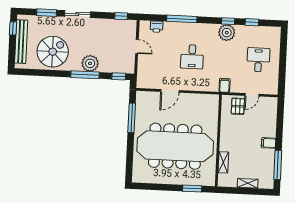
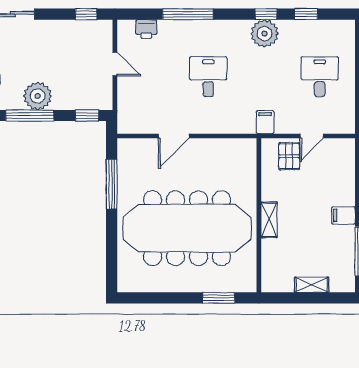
desk: (192, 57) -> (208, 77), turned 180
shelving: (223, 162) -> (269, 220), moved

